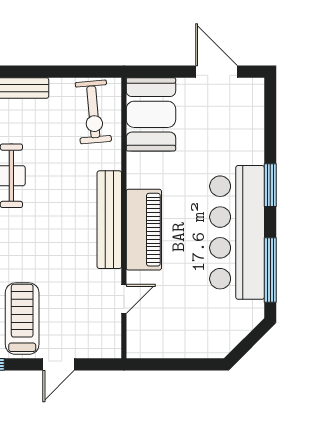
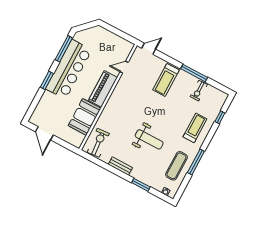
booth: (151, 114) -> (85, 117), moved
bench: (109, 220) -> (114, 99), removed
door: (59, 364) -> (149, 49), moved

